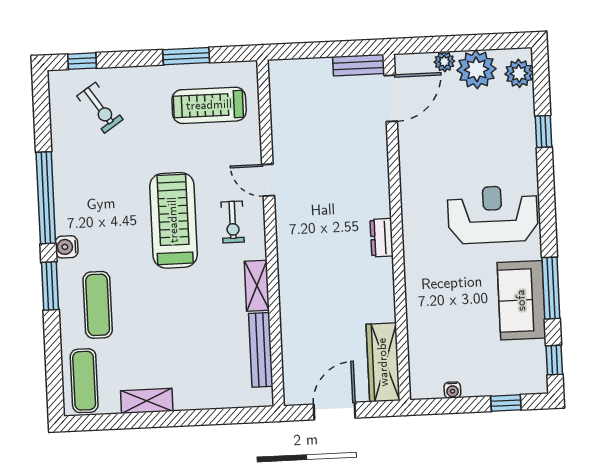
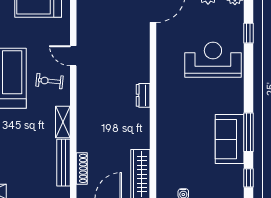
reception desk: (493, 214) -> (213, 60), moved
exercise bike: (233, 222) -> (50, 81), turned 96
shoe rack: (290, 358) -> (82, 168), added

